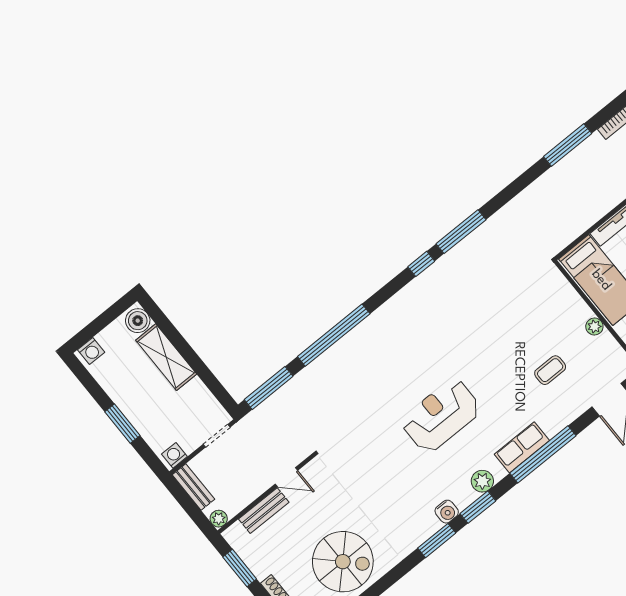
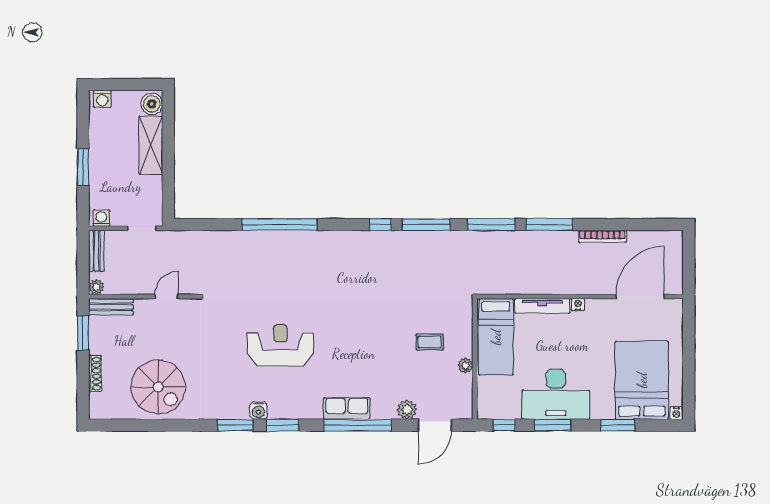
coffee table: (550, 370) -> (430, 342), moved
window: (269, 388) -> (491, 225), moved
reception desk: (441, 416) -> (280, 345), moved
door: (286, 477) -> (167, 296), swing flipped
plant: (482, 481) -> (407, 410), moved
bench: (264, 511) -> (111, 307), moved

